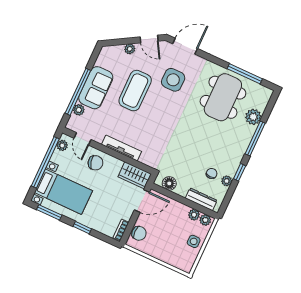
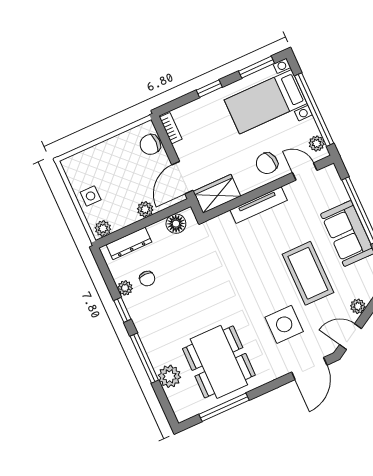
plant: (79, 110) -> (340, 195), removed
plant: (194, 215) -> (145, 209), moved

